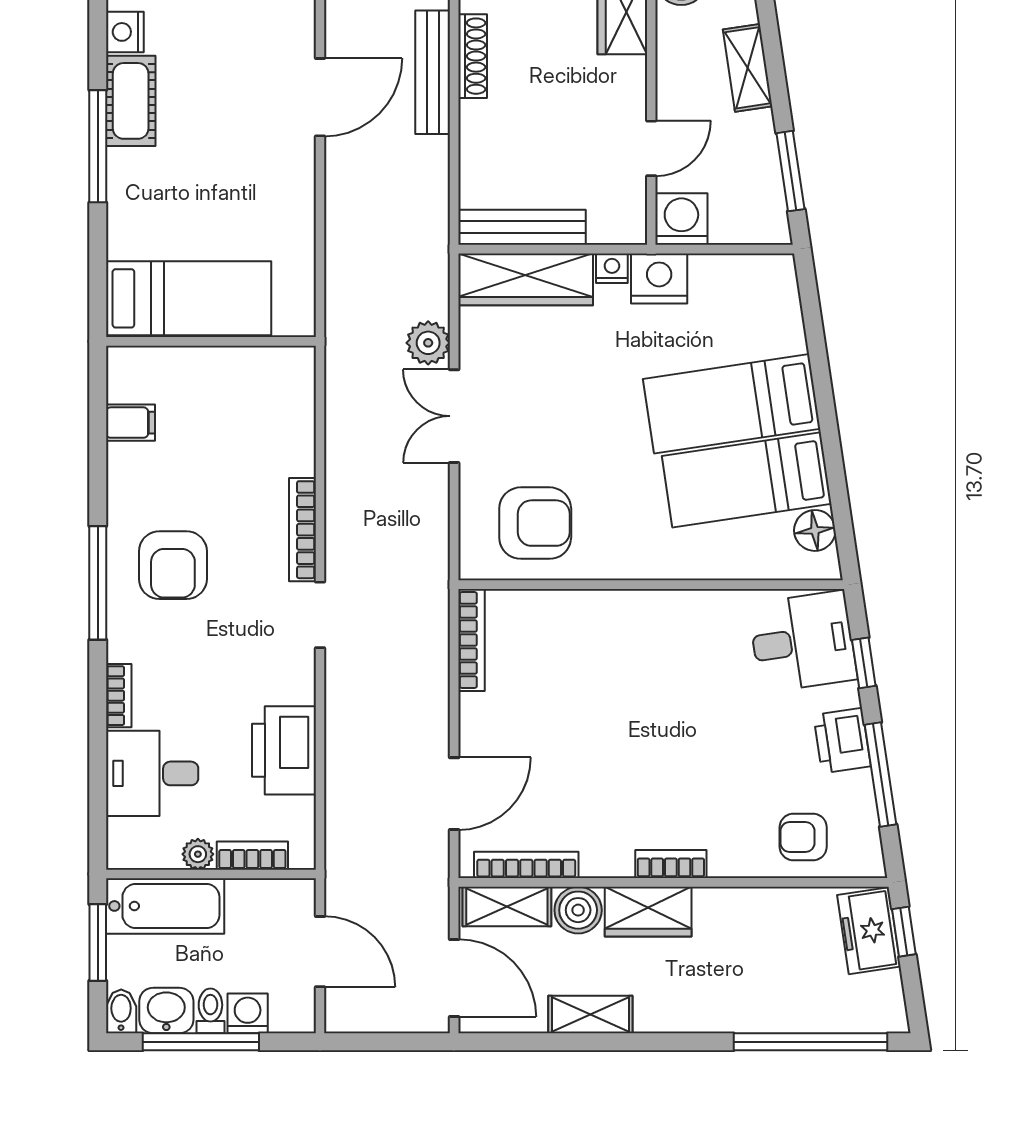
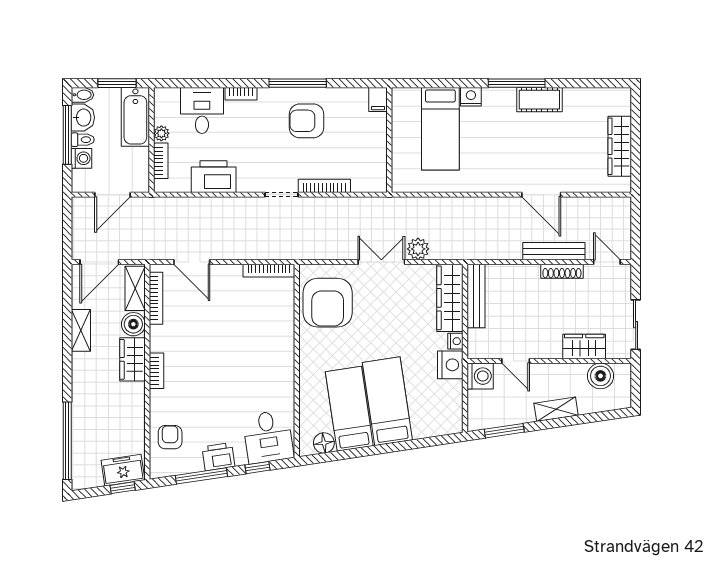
nightstand: (125, 32) -> (471, 97), moved
wall: (211, 341) -> (389, 140), moved
armchair: (535, 523) -> (328, 303), width x1.36, depth x1.36

